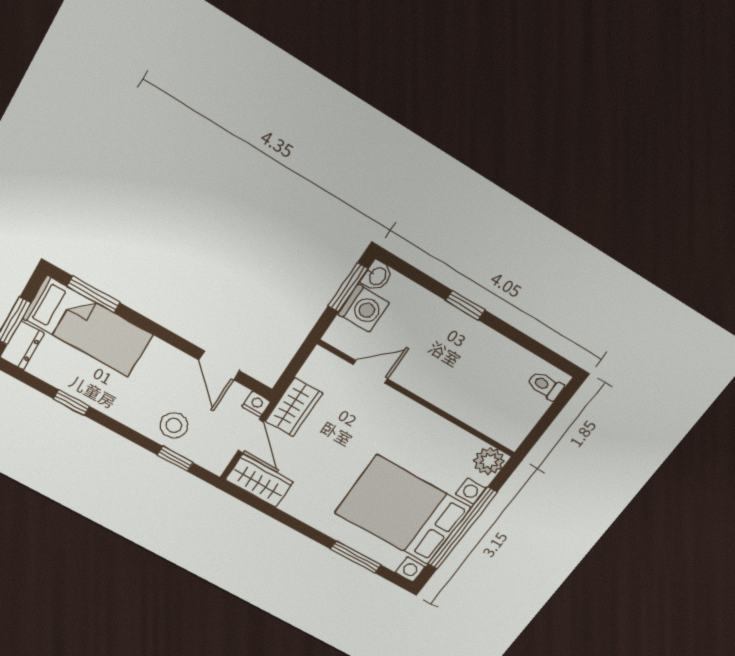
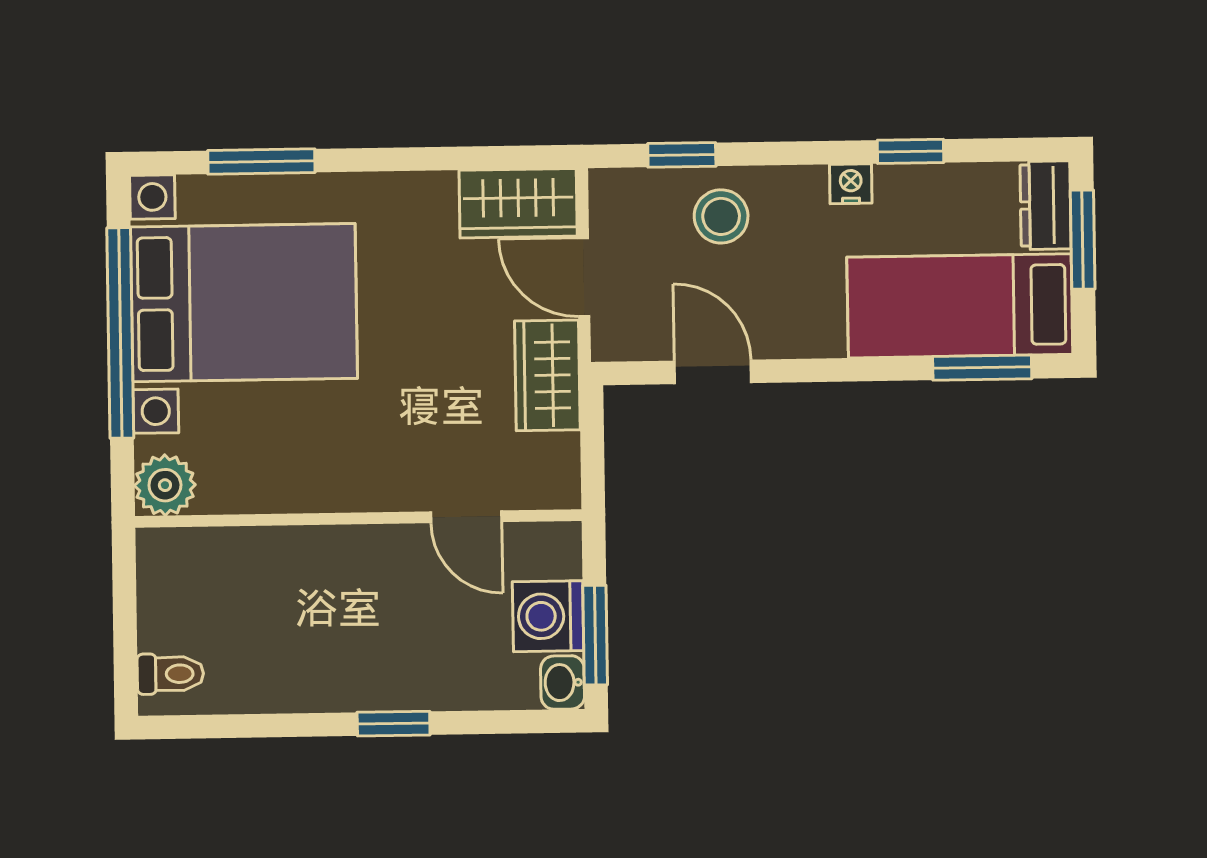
door: (370, 372) -> (466, 517), hinge flipped
nightstand: (256, 404) -> (851, 184), moved, turned 180

